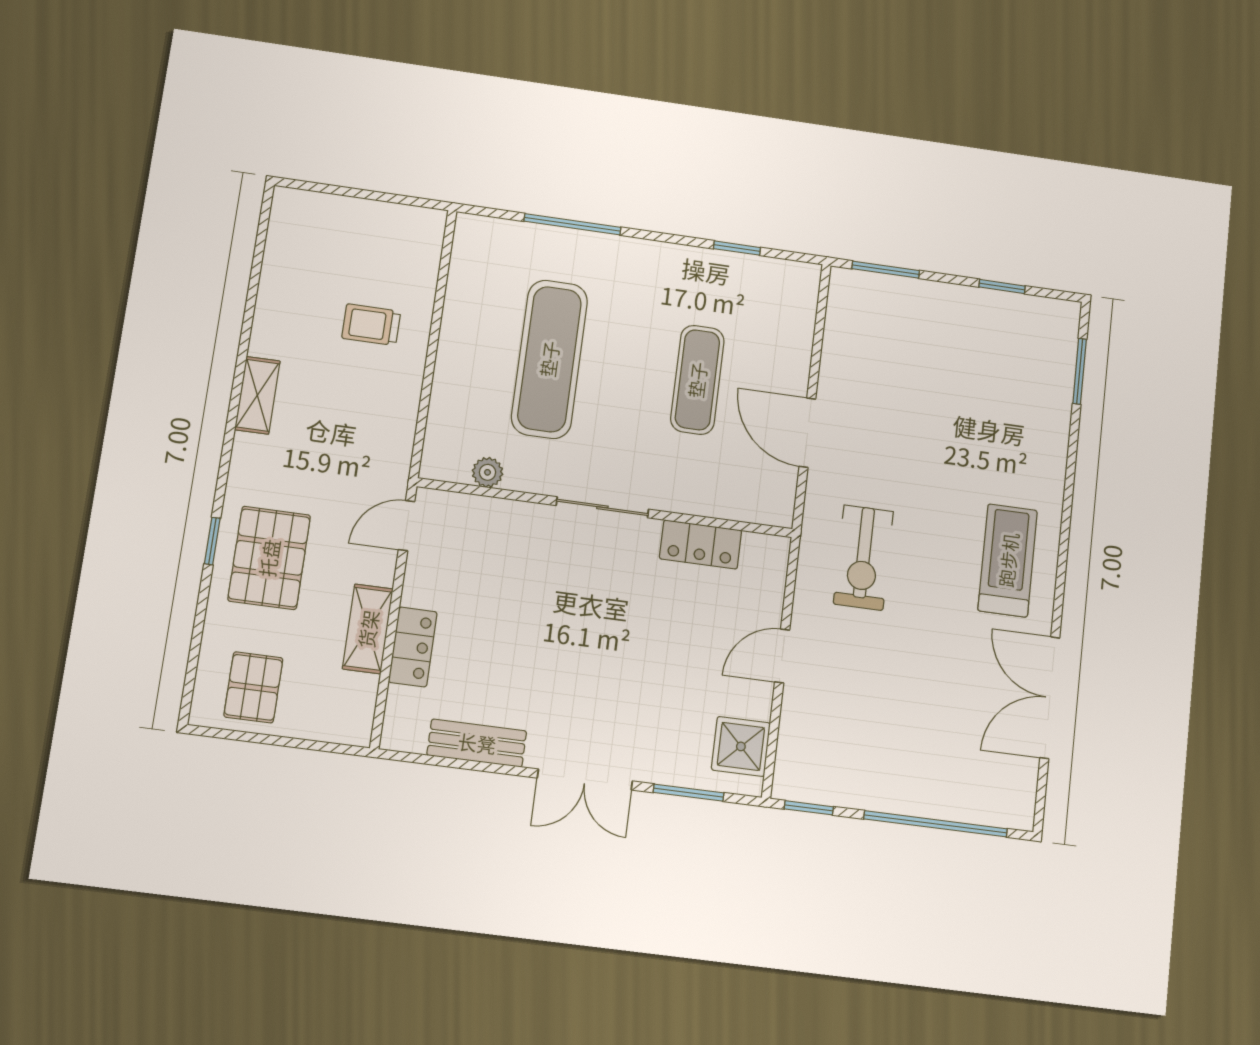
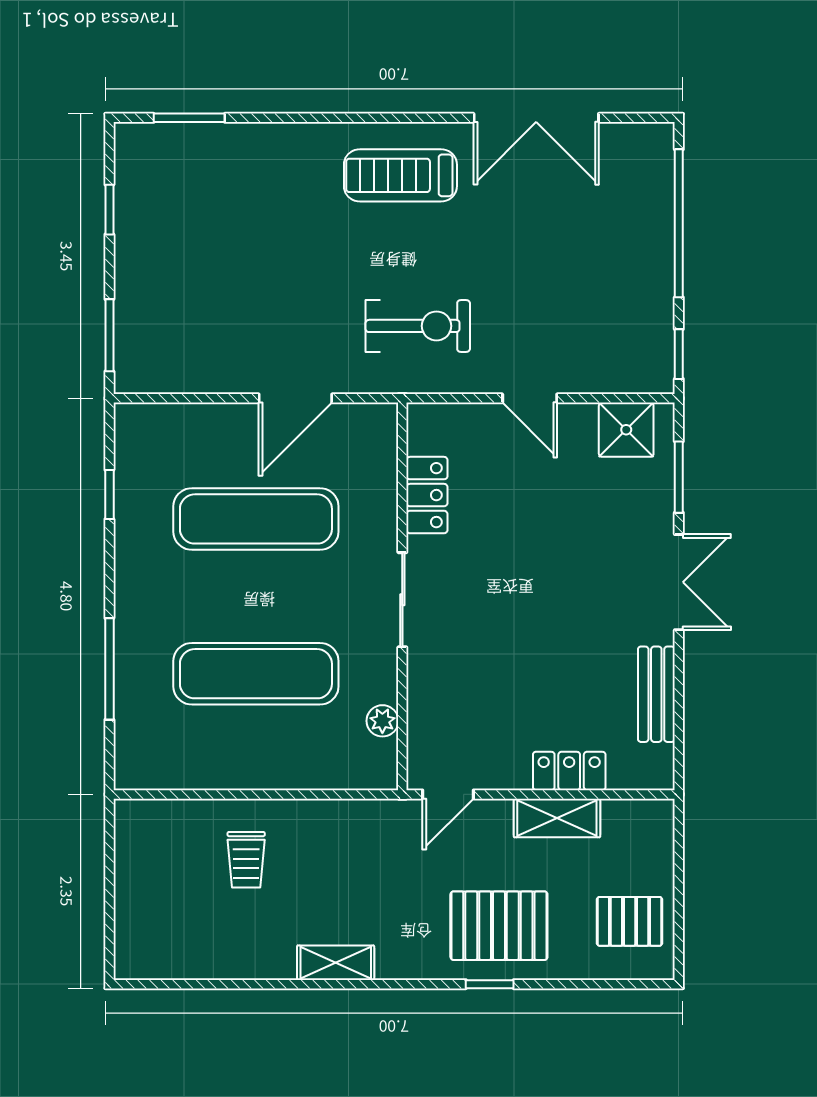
exercise mat: (697, 380) -> (256, 519), width x1.36, depth x1.45
door: (407, 526) -> (448, 794), hinge flipped

